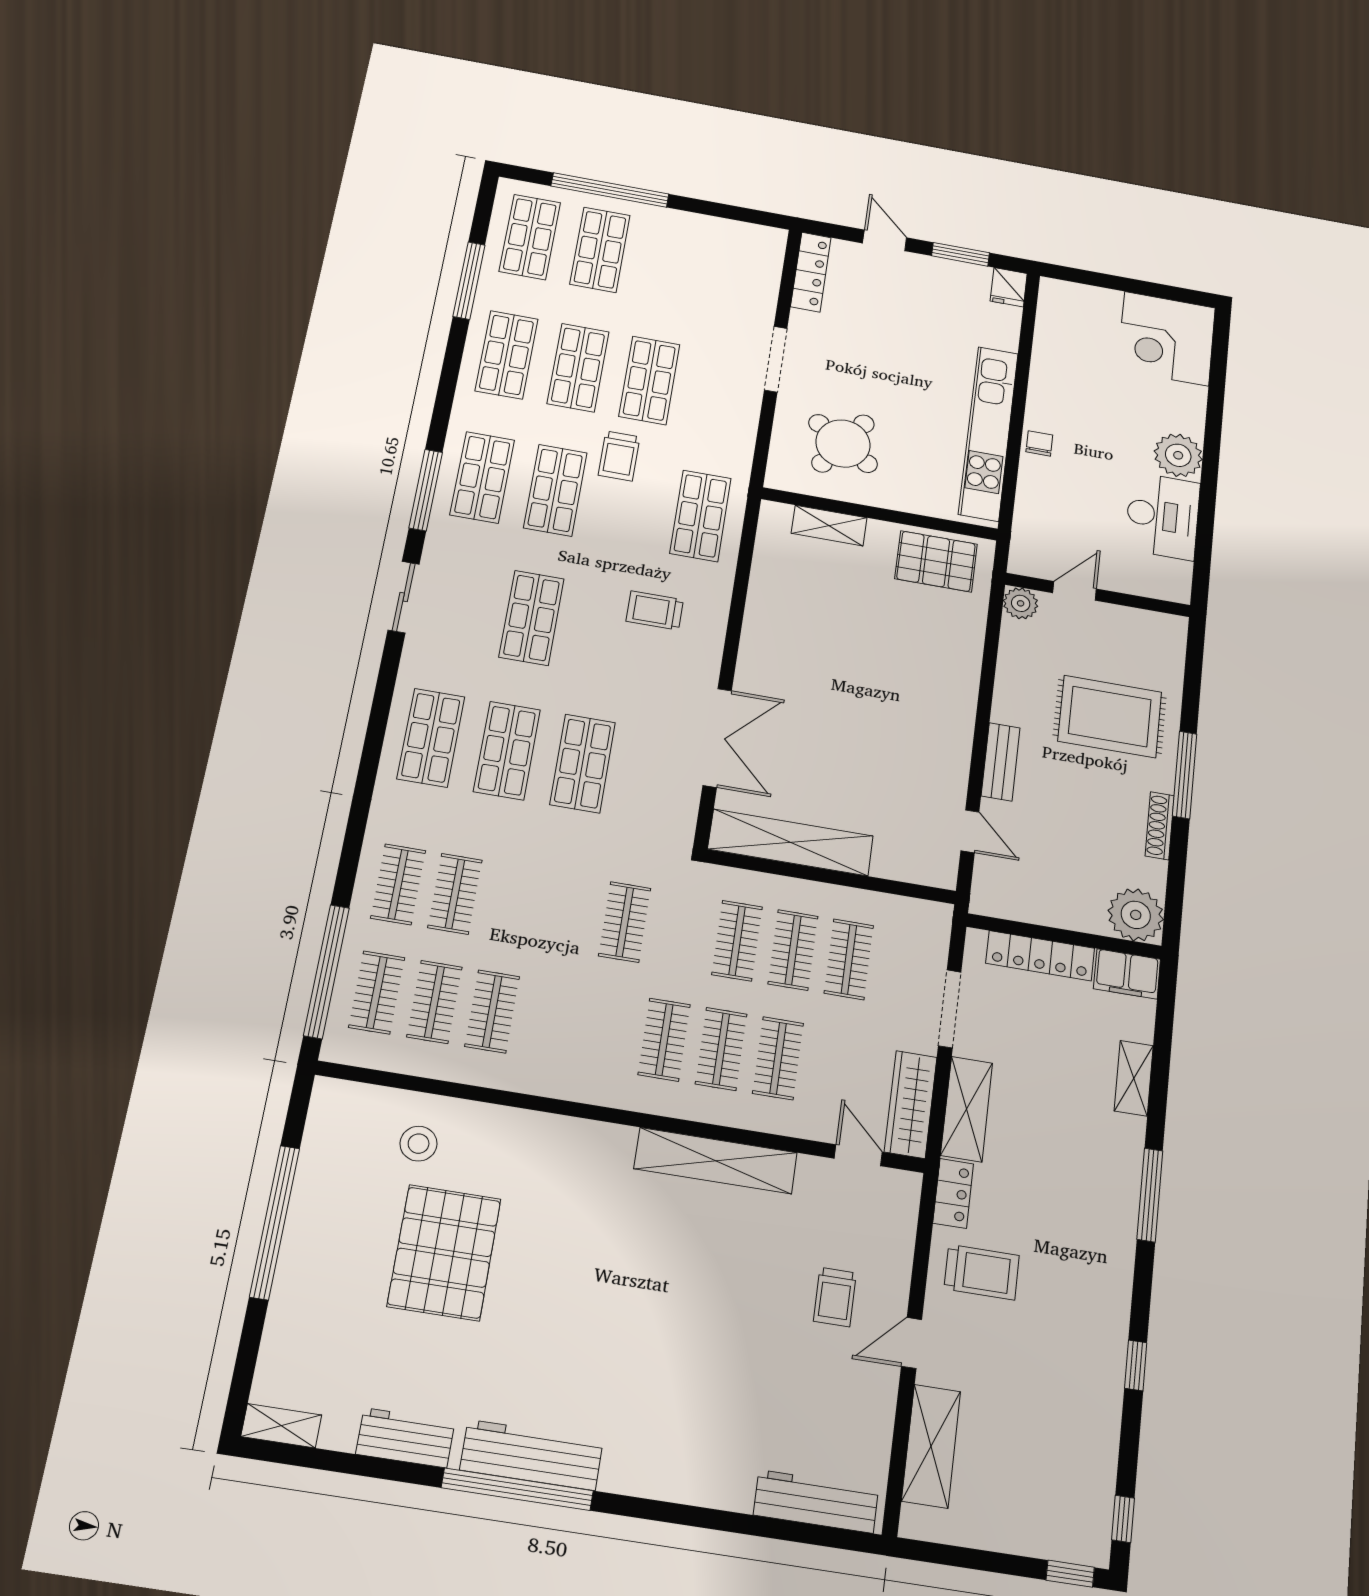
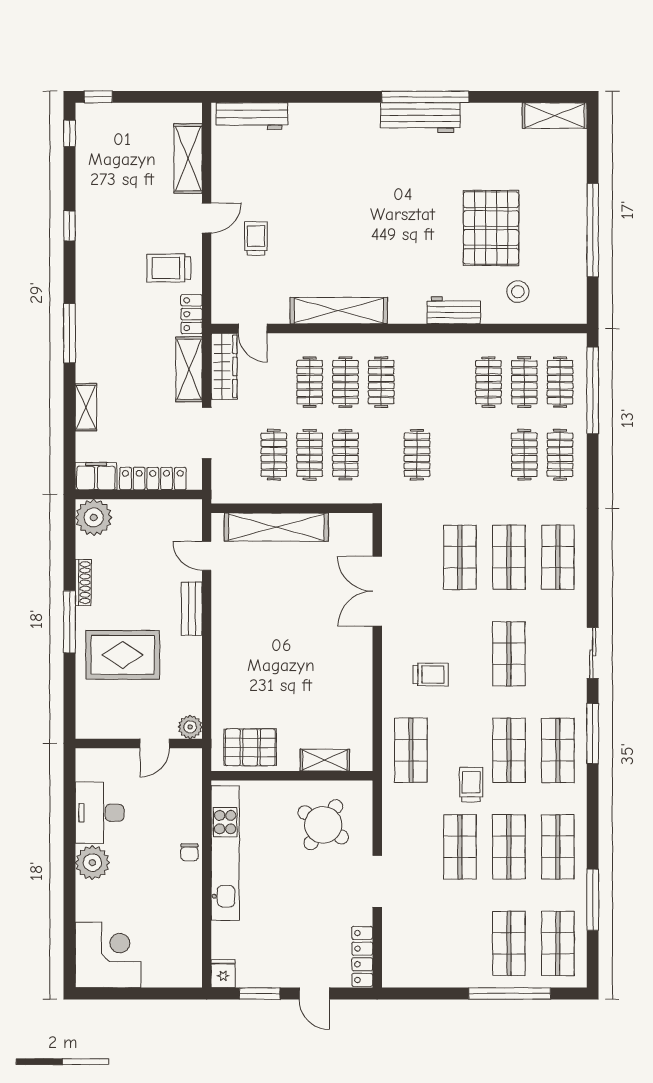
shelving: (791, 843) -> (276, 527), moved
shelving: (281, 1426) -> (555, 116), width x1.50, depth x1.33
workbench: (405, 1438) -> (454, 310), moved, turned 180

